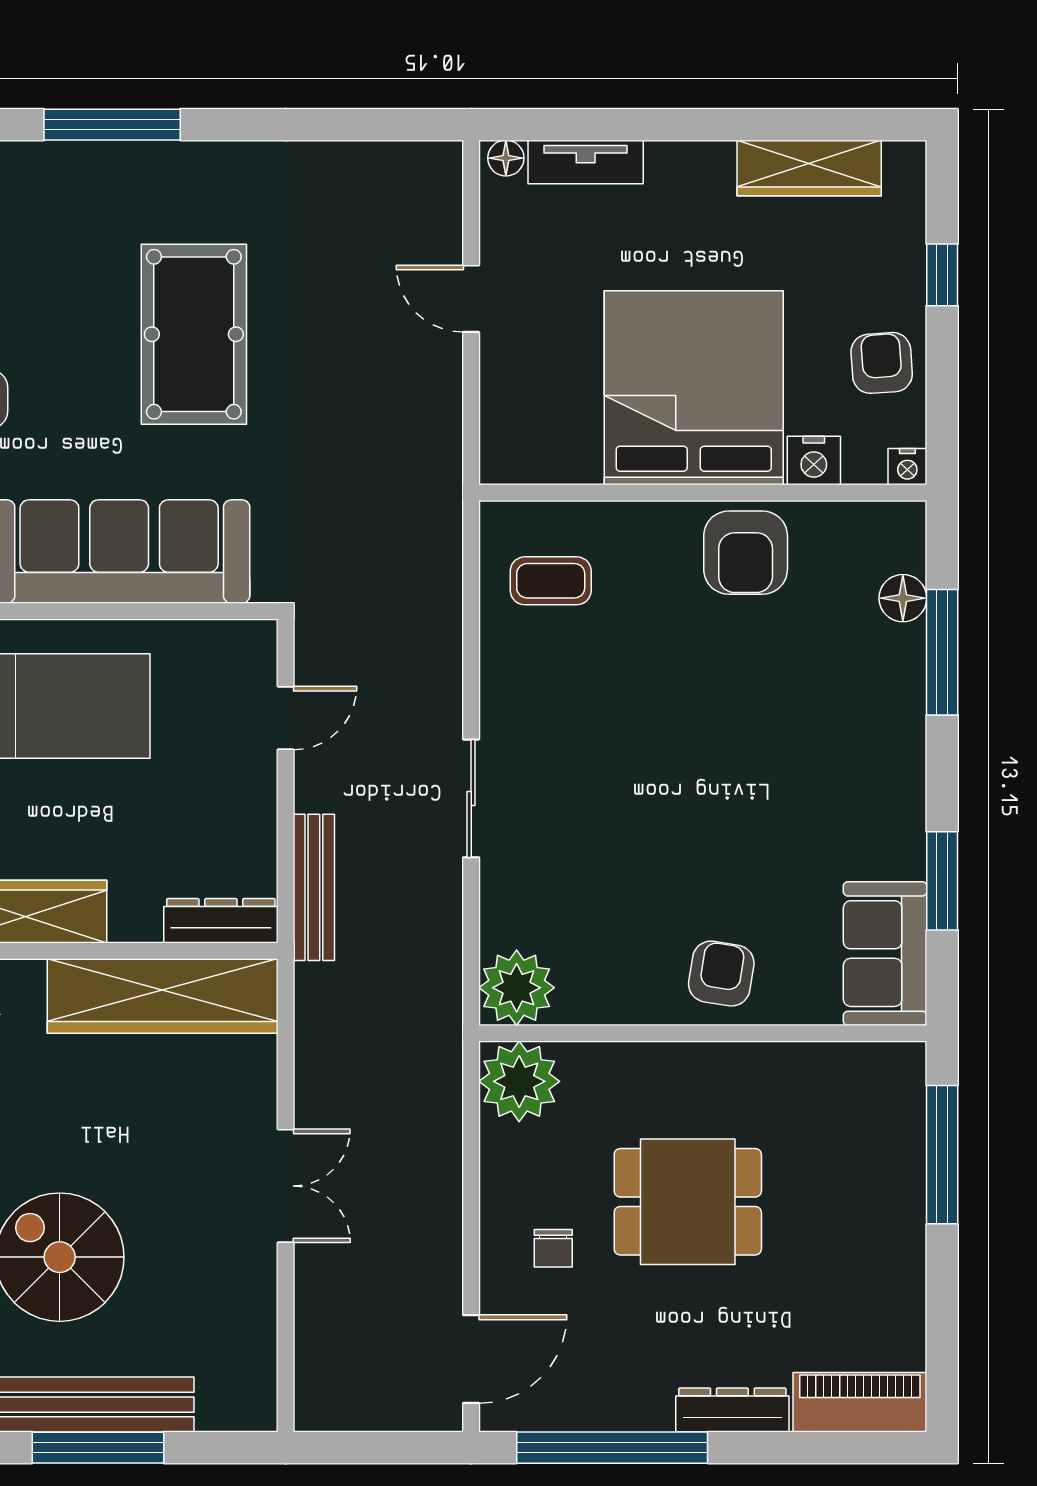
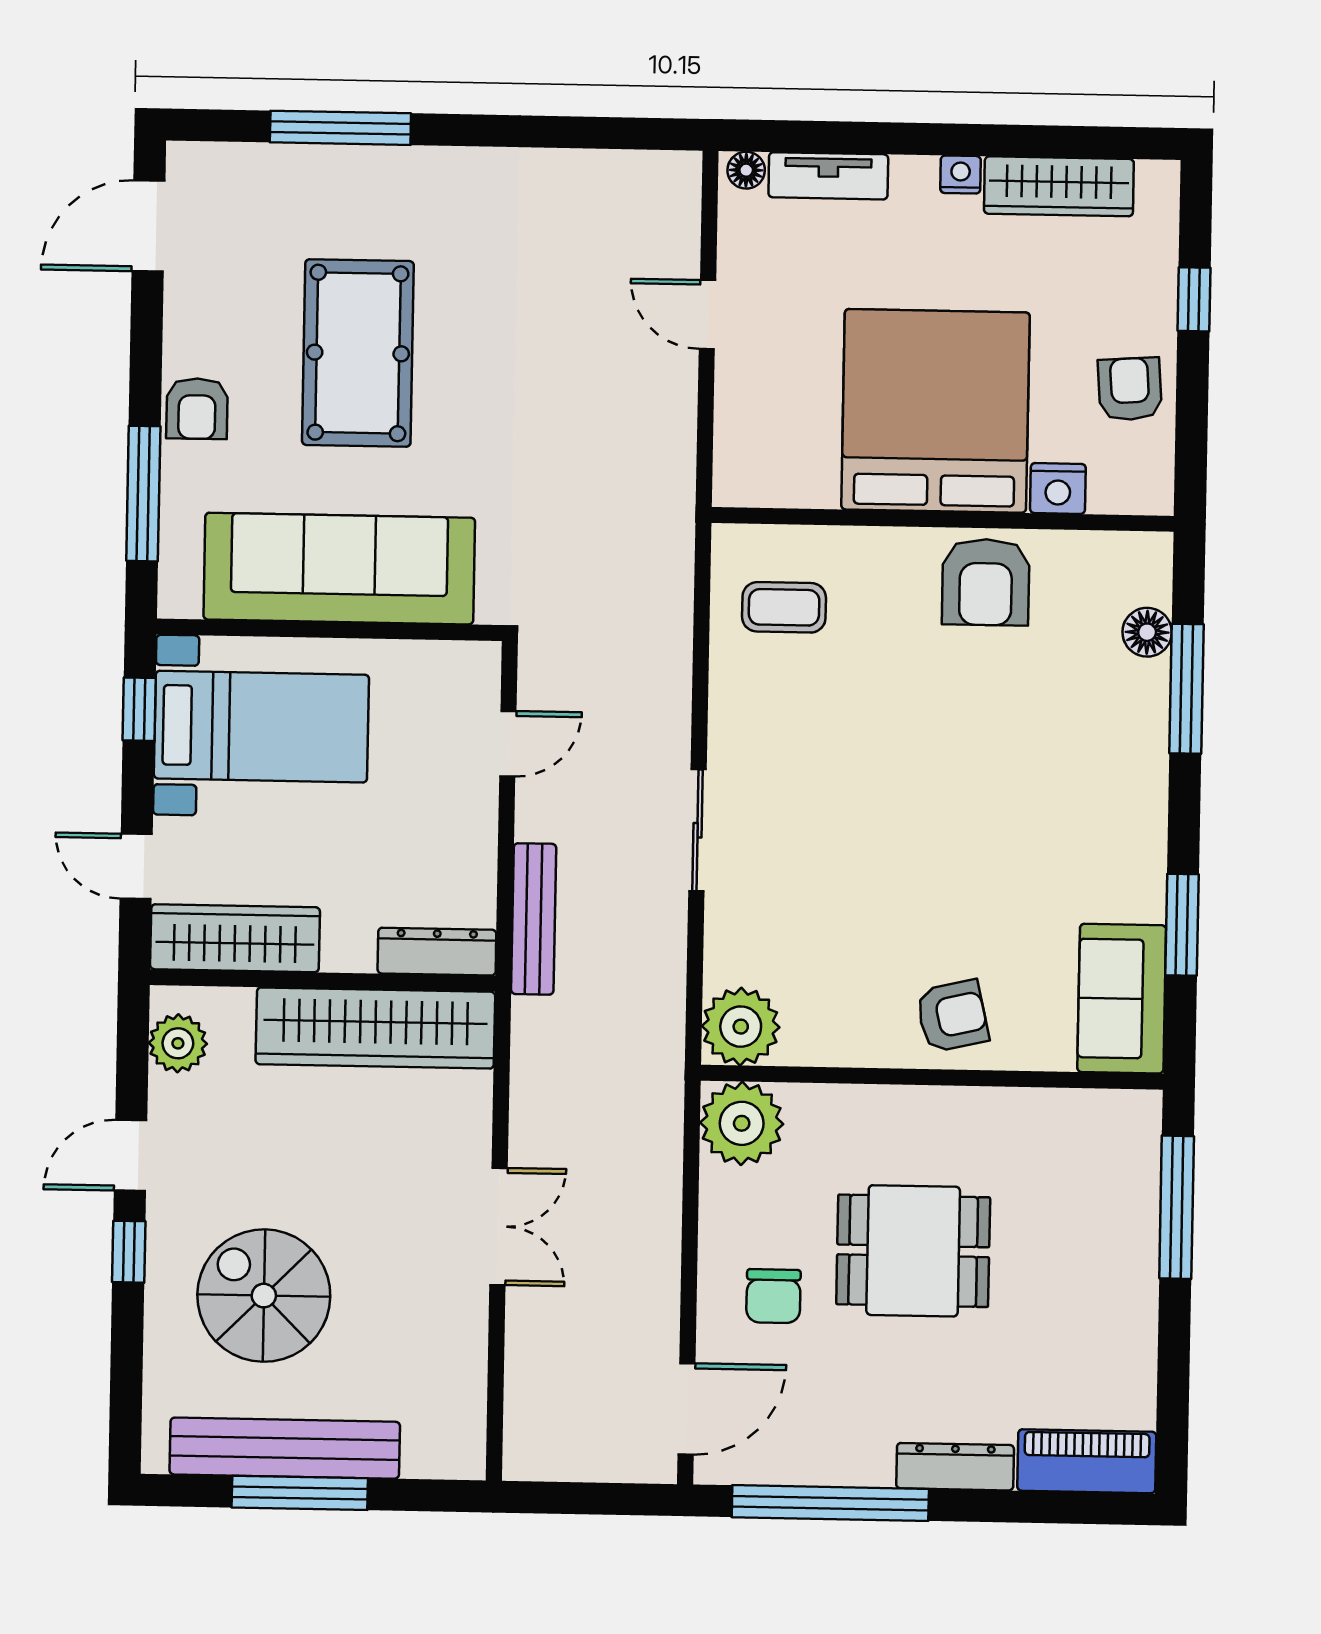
pool table: (194, 334) -> (358, 353), moved
nightstand: (907, 467) -> (961, 175), moved, turned 180
armchair: (721, 974) -> (952, 1016), turned 68
chair: (553, 1248) -> (773, 1296), width x1.37, depth x1.37

